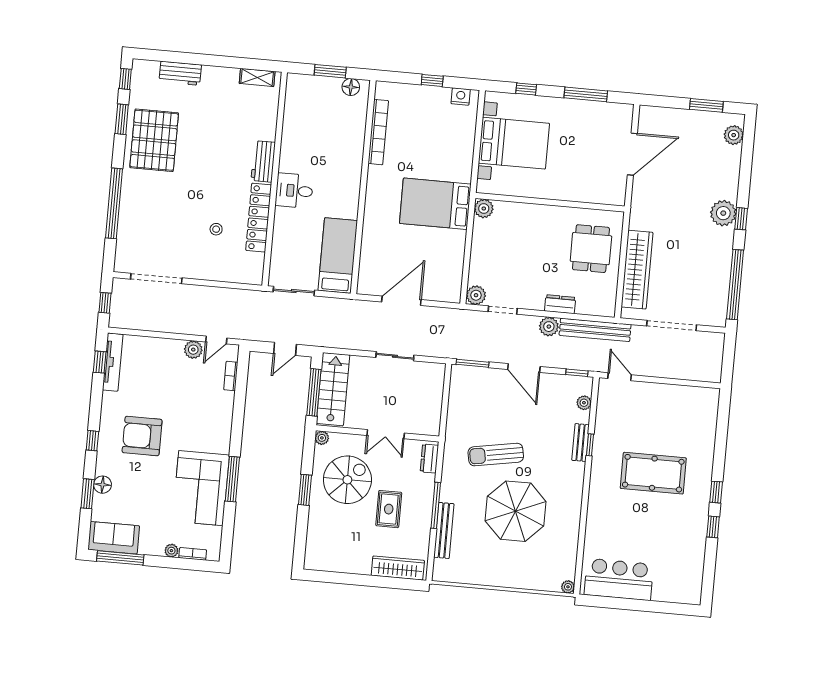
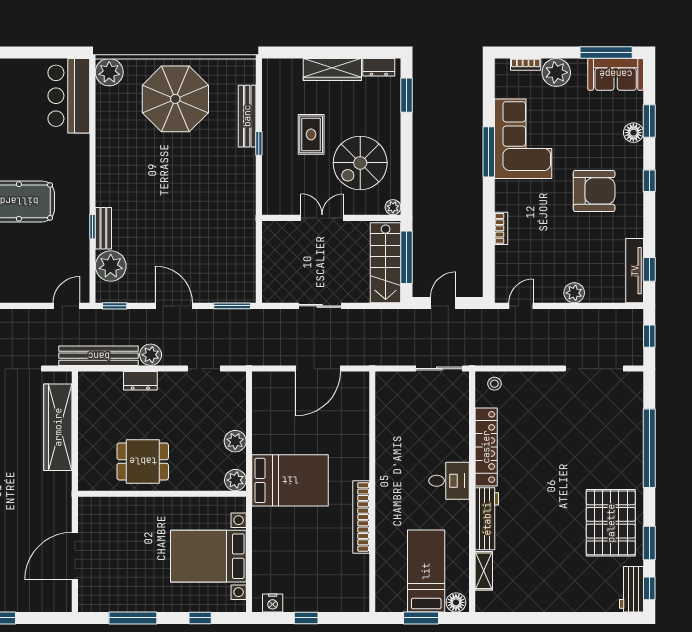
workbench: (180, 73) -> (632, 589), moved, turned -90
shelving: (257, 77) -> (484, 571), moved, turned 90
floor lamp: (351, 87) -> (456, 602), moved
bookcase: (378, 132) -> (361, 517), moved
workbench: (263, 161) -> (487, 519), width x1.38
stool: (216, 229) -> (494, 384), moved
dining table: (591, 249) -> (143, 461), moved, turned 90
bed: (338, 256) -> (426, 571), moved, turned 180
plant: (476, 295) -> (235, 441), moved
plant: (193, 350) -> (574, 293), moved
bookcase: (231, 376) -> (501, 228), moved
door: (620, 377) -> (66, 306), swing flipped
plant: (584, 403) -> (111, 266), width x1.88, depth x1.88
sun lounger: (496, 455) -> (197, 206), removed
dresser: (429, 459) -> (379, 67), moved, turned 90
window: (305, 490) -> (407, 95), moved
window: (436, 505) -> (259, 143), width x0.46
parasol: (516, 511) -> (175, 99), moved
plant: (171, 551) -> (556, 72), width x1.87, depth x1.87
wardrobe: (398, 568) -> (332, 70), moved
bar counter: (619, 579) -> (69, 96), moved, turned 90
plant: (568, 587) -> (109, 72), width x1.88, depth x1.88

